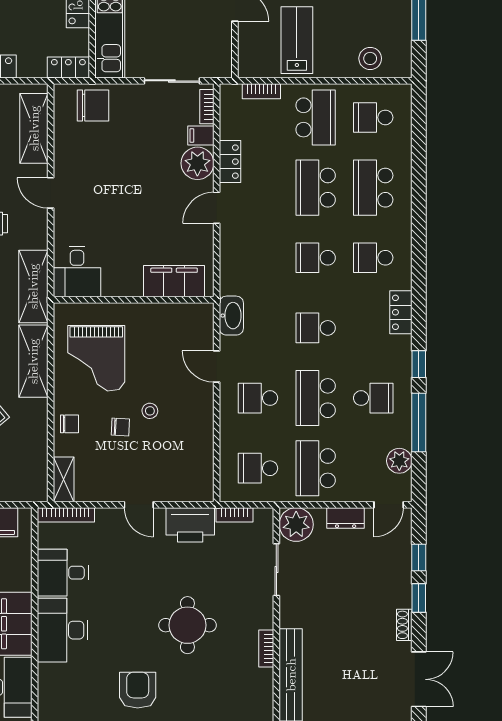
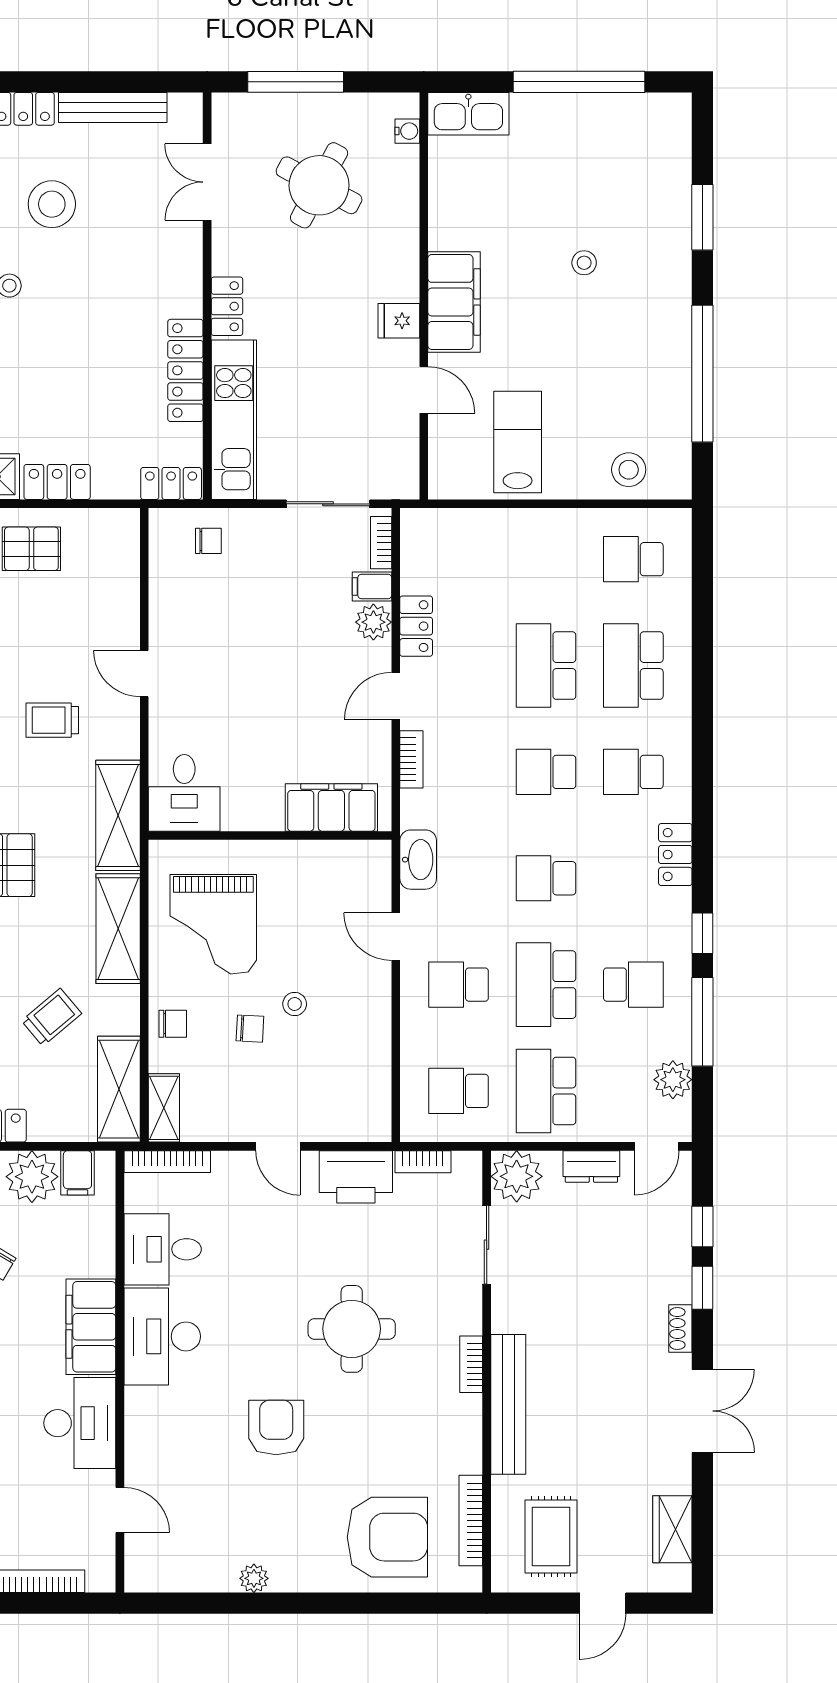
bookcase: (261, 91) -> (411, 759), moved, turned -90
chair: (93, 105) -> (208, 541), width x0.54, depth x0.54
school desk: (316, 117) -> (546, 559), removed
shelving: (34, 128) -> (119, 1089), moved
plant: (197, 163) -> (373, 622), width x0.73, depth x0.73

